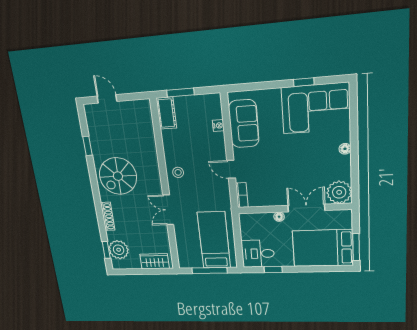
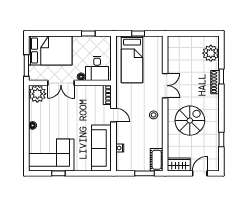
door: (107, 99) -> (200, 173), swing flipped
sofa: (244, 124) -> (101, 148), width x1.36
spiral stairs: (118, 176) -> (190, 121), moved
window: (356, 247) -> (26, 66), moved
window: (106, 250) -> (221, 76), moved
desk: (258, 254) -> (97, 68), moved, turned 90
wardrobe: (155, 261) -> (179, 165), moved, turned 180
window: (210, 270) -> (138, 33), width x0.46

